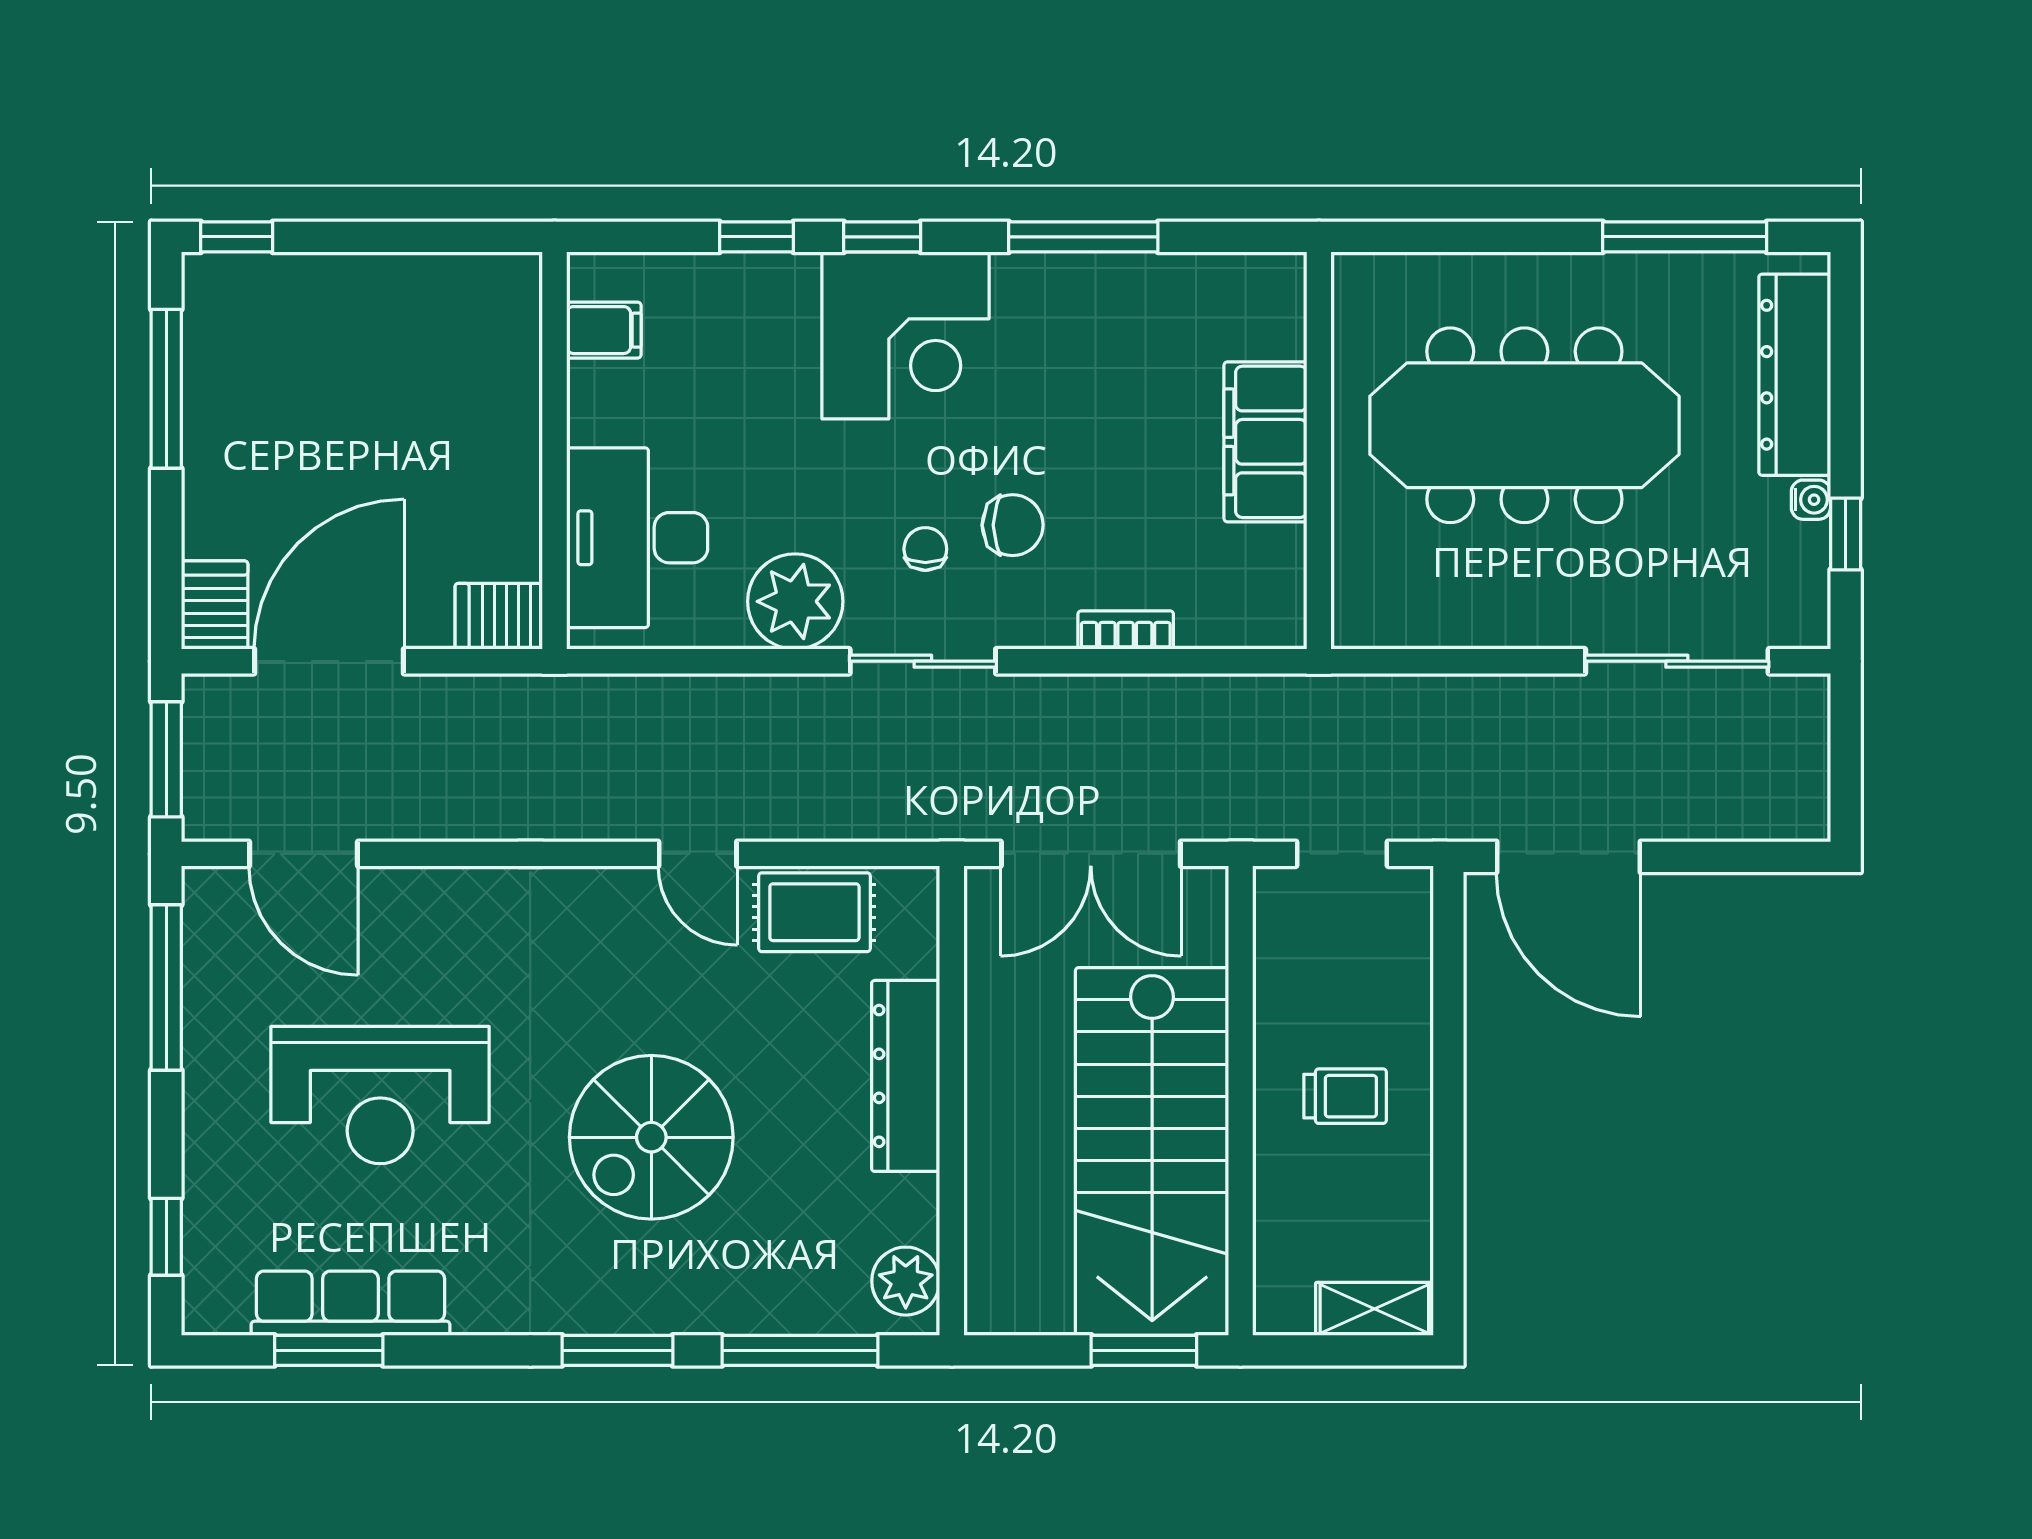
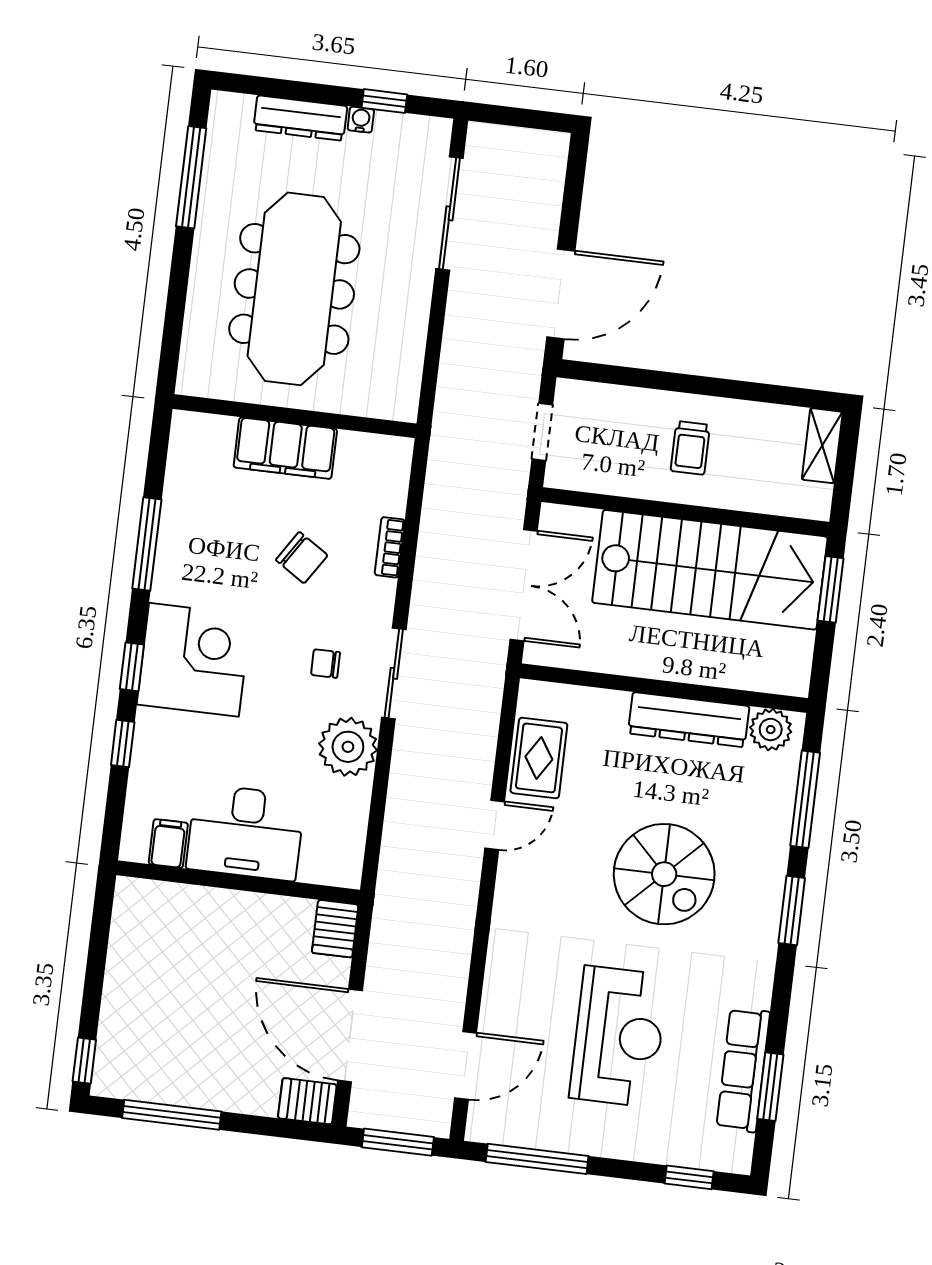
dresser: (1795, 375) -> (300, 118), width x0.73, depth x0.80
chair: (1013, 525) -> (302, 558), moved, turned 123
desk: (637, 538) -> (246, 832), moved
dresser: (906, 1076) -> (689, 720), moved
trolley: (1345, 1096) -> (690, 448), turned 180

